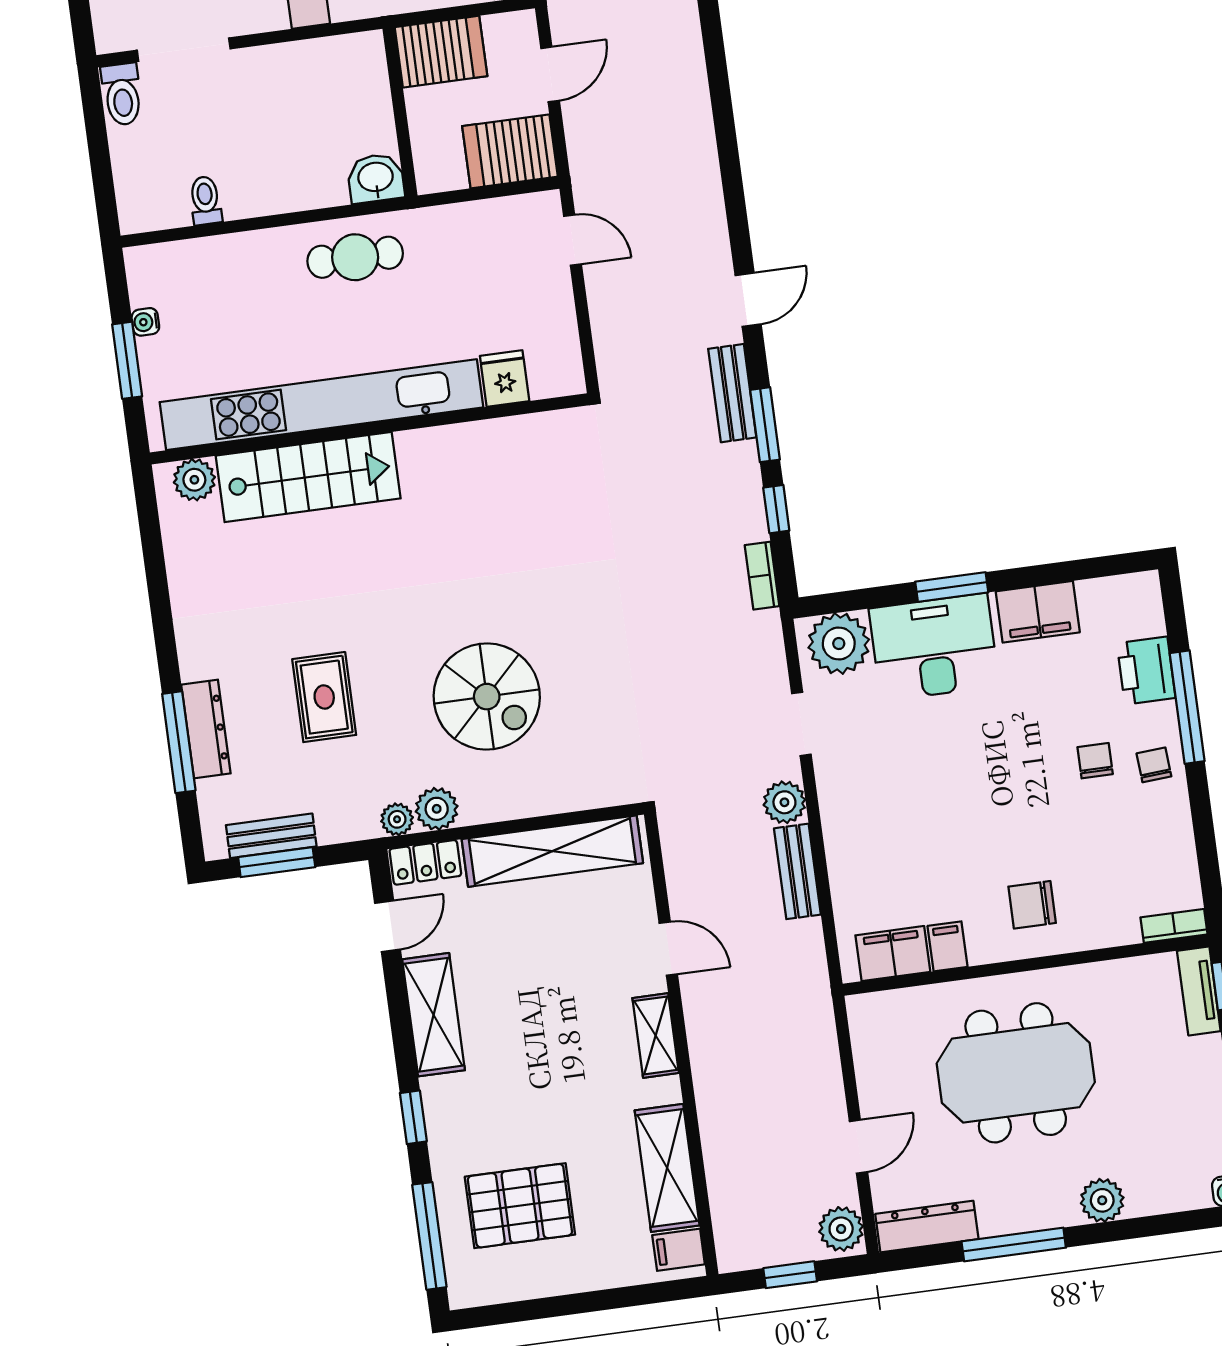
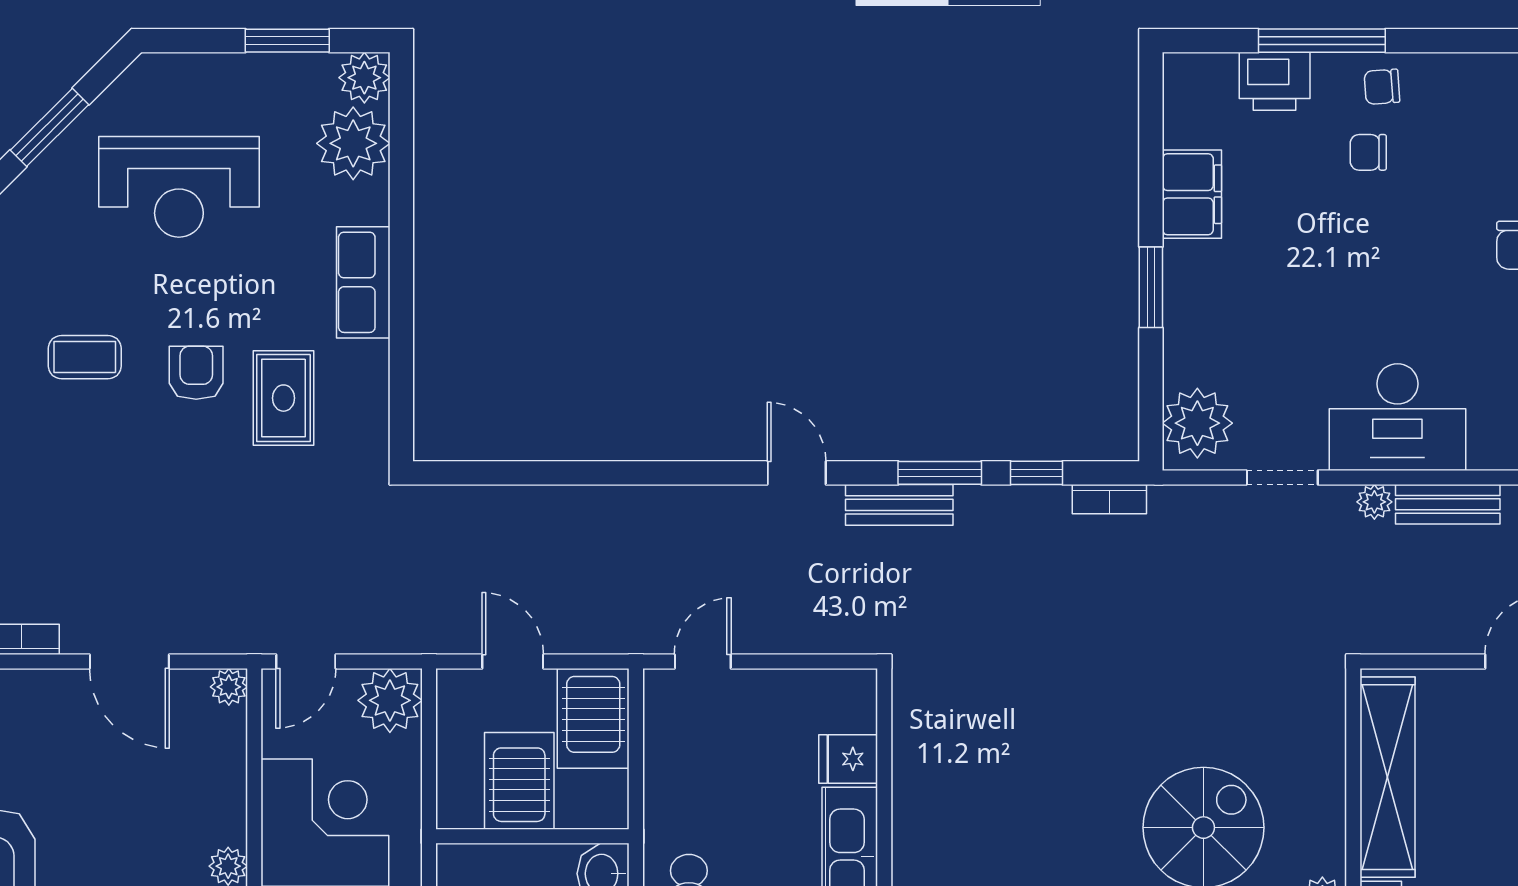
server rack: (441, 52) -> (519, 781), moved
desk: (934, 647) -> (1397, 417), moved, turned -90
plant: (784, 802) -> (1374, 502), width x0.73, depth x0.73

